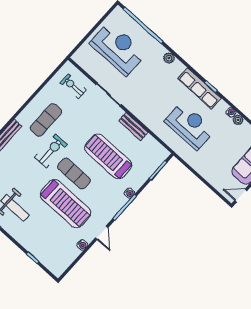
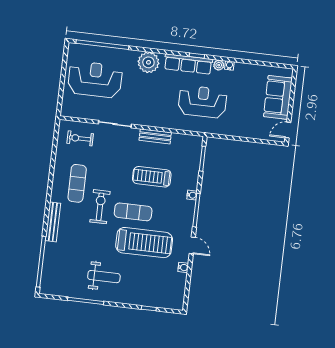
plant: (169, 58) -> (148, 62), width x1.88, depth x1.88
plant: (238, 120) -> (219, 65), moved
treadmill: (108, 156) -> (152, 177), width x0.73, depth x0.73

